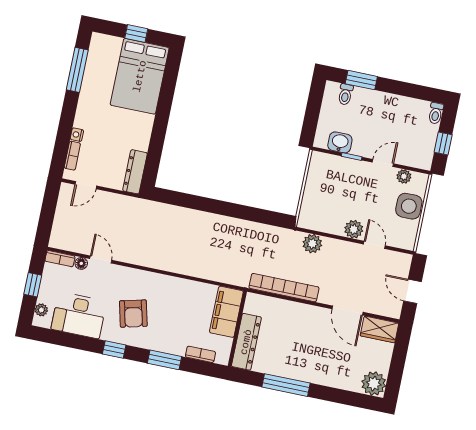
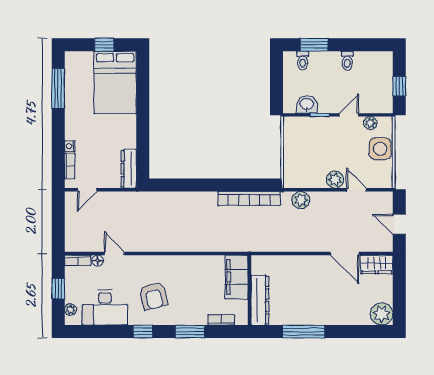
toilet: (436, 113) -> (347, 61), moved
bookcase: (284, 288) -> (249, 198), moved, turned 180

